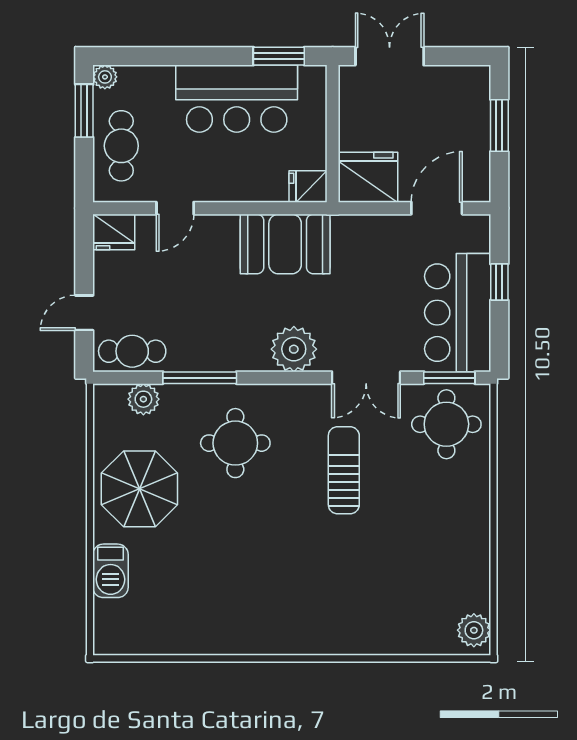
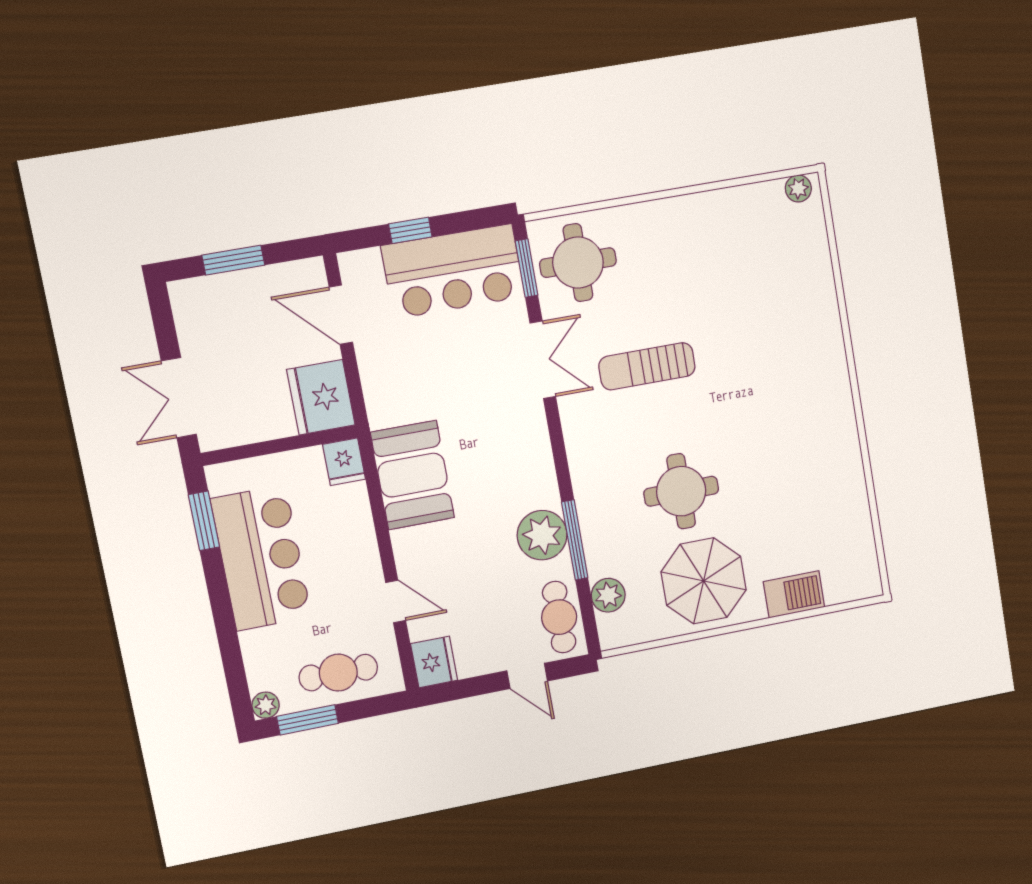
plant: (294, 349) -> (542, 535), moved
round table: (235, 443) -> (681, 491), moved
plant: (474, 630) -> (798, 189), width x0.73, depth x0.73

